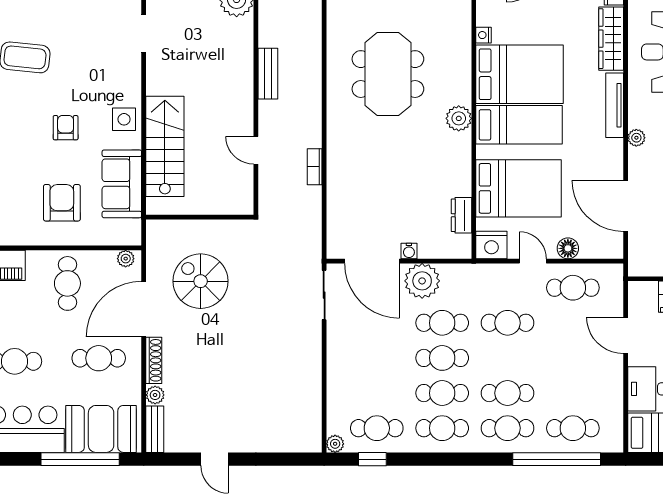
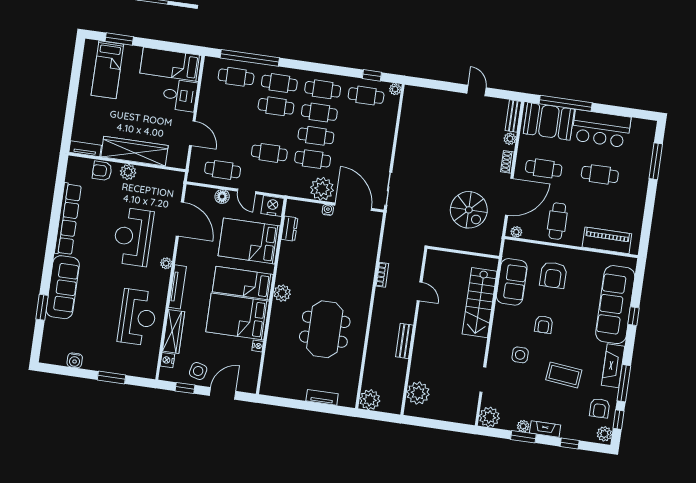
side table: (124, 119) -> (520, 355), moved
shoe rack: (154, 360) -> (507, 162), width x0.70

